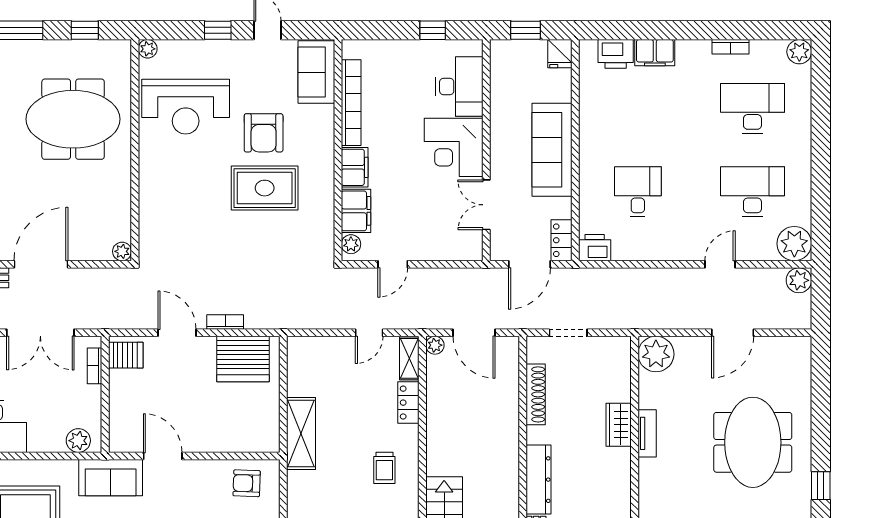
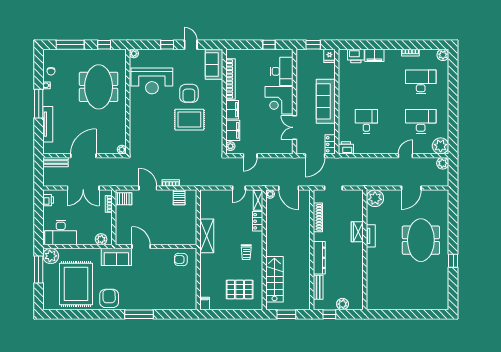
meeting table: (73, 119) -> (99, 87), turned 90
server rack: (243, 359) -> (179, 197), width x0.46, depth x0.70

